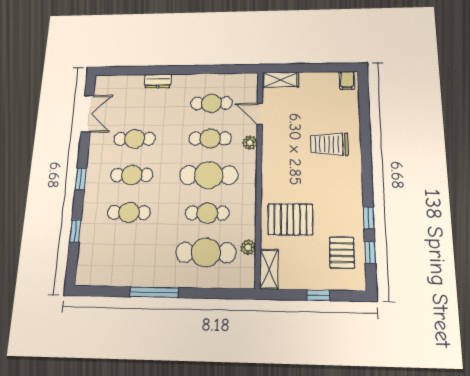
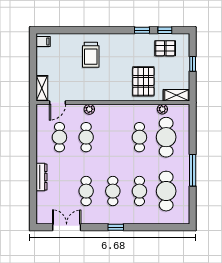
dresser: (158, 81) -> (41, 177), width x1.44
door: (260, 114) -> (58, 103), moved
cafe table: (209, 175) -> (166, 191), moved
window: (75, 231) -> (153, 227), removed

